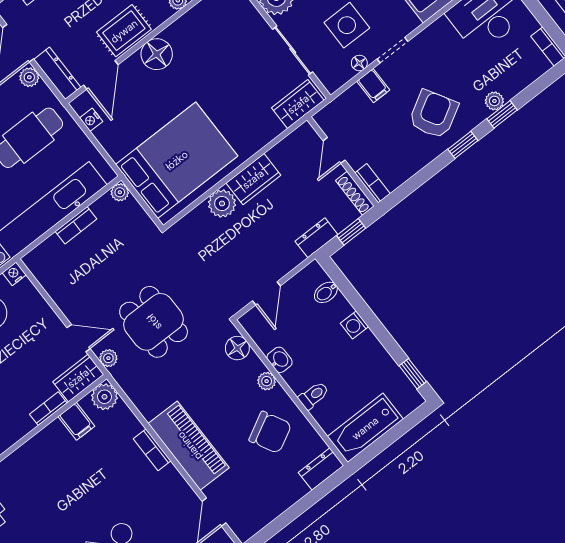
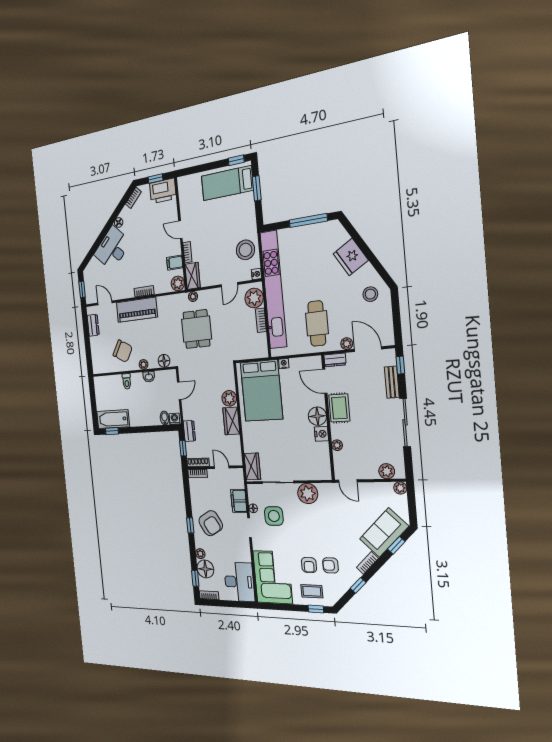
nightstand: (177, 33) -> (321, 434), added
dresser: (57, 73) -> (335, 360), width x0.70
floor lamp: (512, 78) -> (205, 569), added
filing cabinet: (373, 86) -> (239, 501), width x2.00
window: (502, 114) -> (195, 578), moved
nightstand: (91, 120) -> (284, 364), moved
plant: (120, 192) -> (254, 298), moved, width x1.87, depth x1.87
door: (266, 293) -> (179, 391), swing flipped
dining table: (154, 322) -> (197, 329), turned 90
washing machine: (354, 325) -> (175, 419), moved
door: (79, 338) -> (229, 285), moved
bathtub: (365, 428) -> (113, 419), moved, turned -90
chair: (270, 432) -> (123, 351), turned -122
door: (22, 442) -> (180, 230), added
dresser: (321, 469) -> (93, 325), moved

